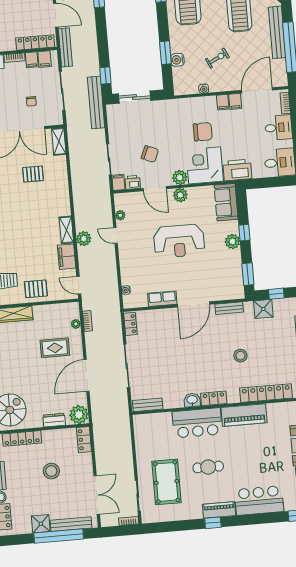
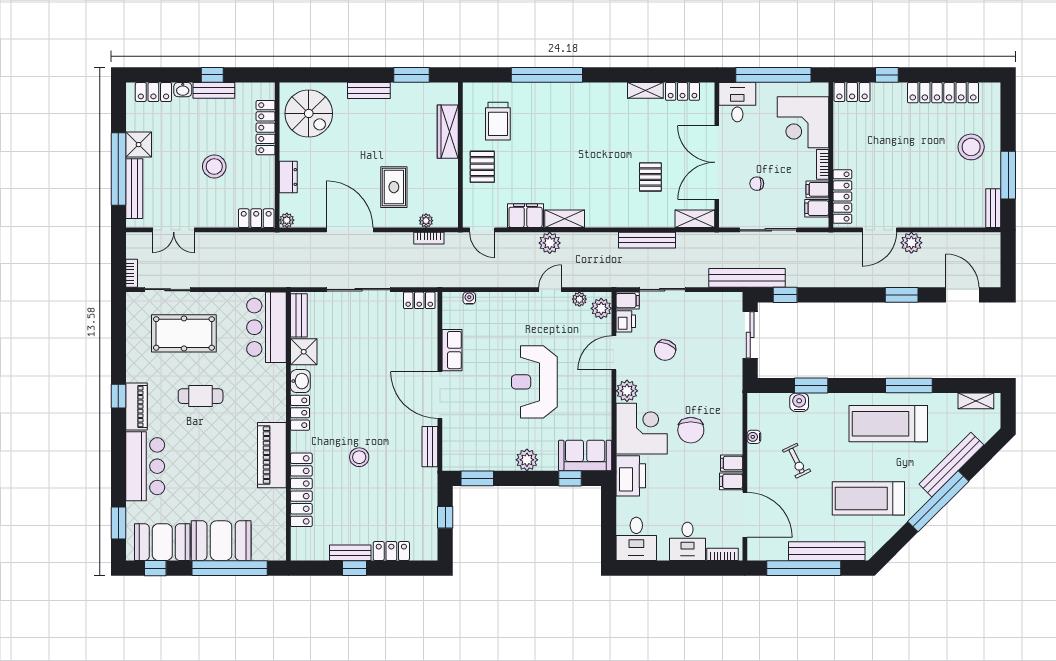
bench: (65, 47) -> (647, 240), moved
plant: (180, 195) -> (601, 308), moved
window: (244, 233) -> (570, 478), moved
door: (79, 285) -> (482, 230), swing flipped
shower: (263, 309) -> (304, 352), moved
plant: (79, 415) -> (287, 220), width x0.53, depth x0.53
bar counter: (197, 423) -> (266, 327), moved
cafe table: (208, 467) -> (201, 396), turned 90
double door: (97, 495) -> (174, 230), width x0.73

